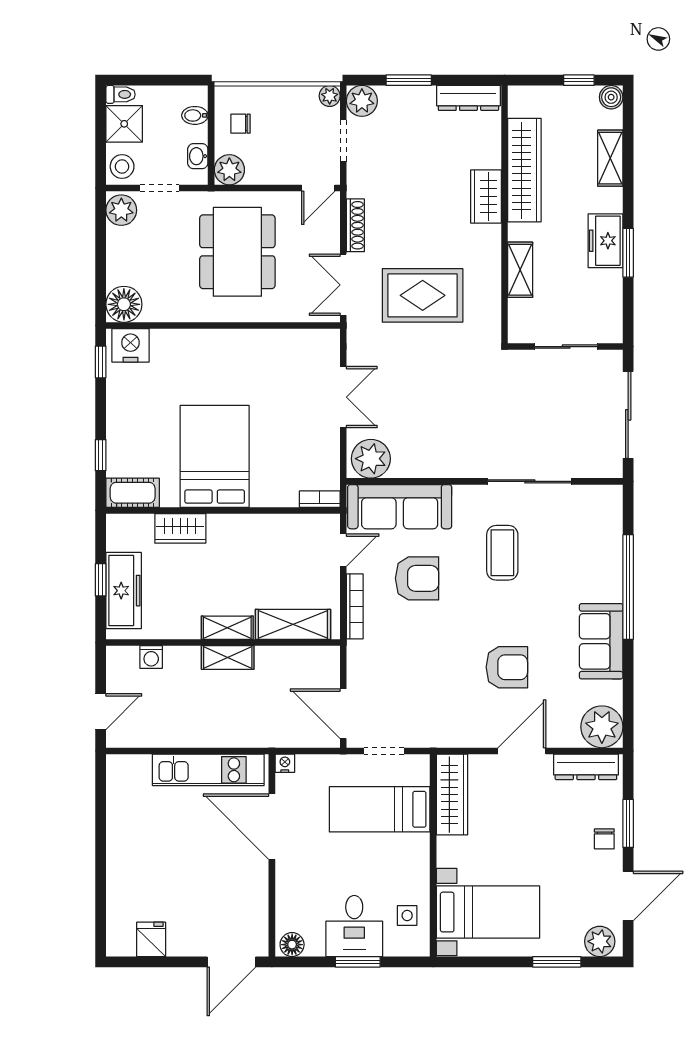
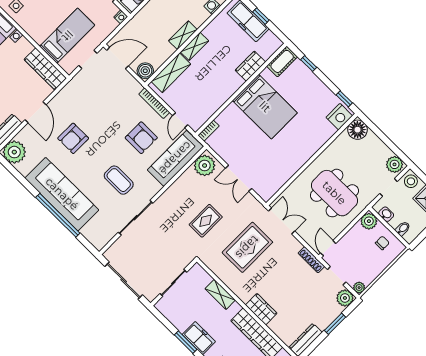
shoe rack: (355, 225) -> (311, 260), moved
rug: (442, 385) -> (206, 221), added
armchair: (417, 578) -> (141, 138), turned -90
sofa: (601, 641) -> (62, 194), width x1.85, depth x1.27
boiler: (324, 661) -> (145, 71), added

